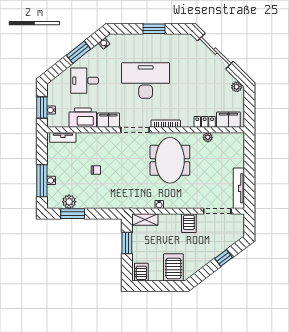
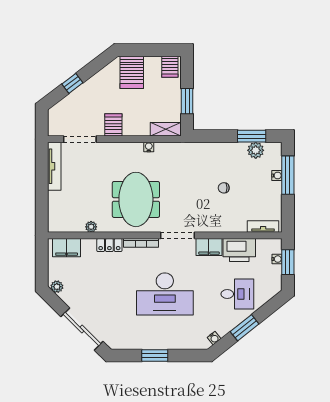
locker: (205, 122) -> (109, 245), moved

